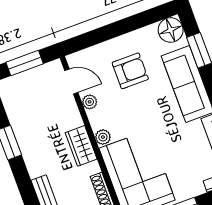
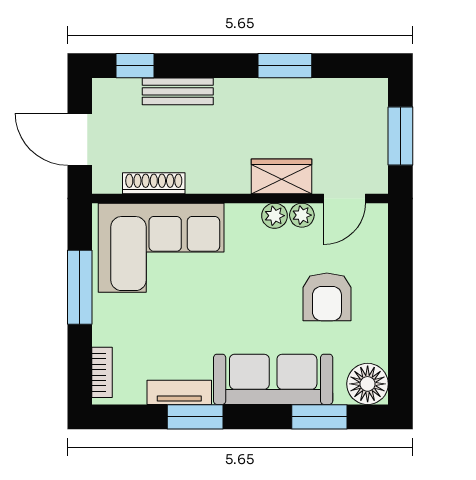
plant: (103, 137) -> (275, 216), moved
wardrobe: (81, 146) -> (282, 176), moved

